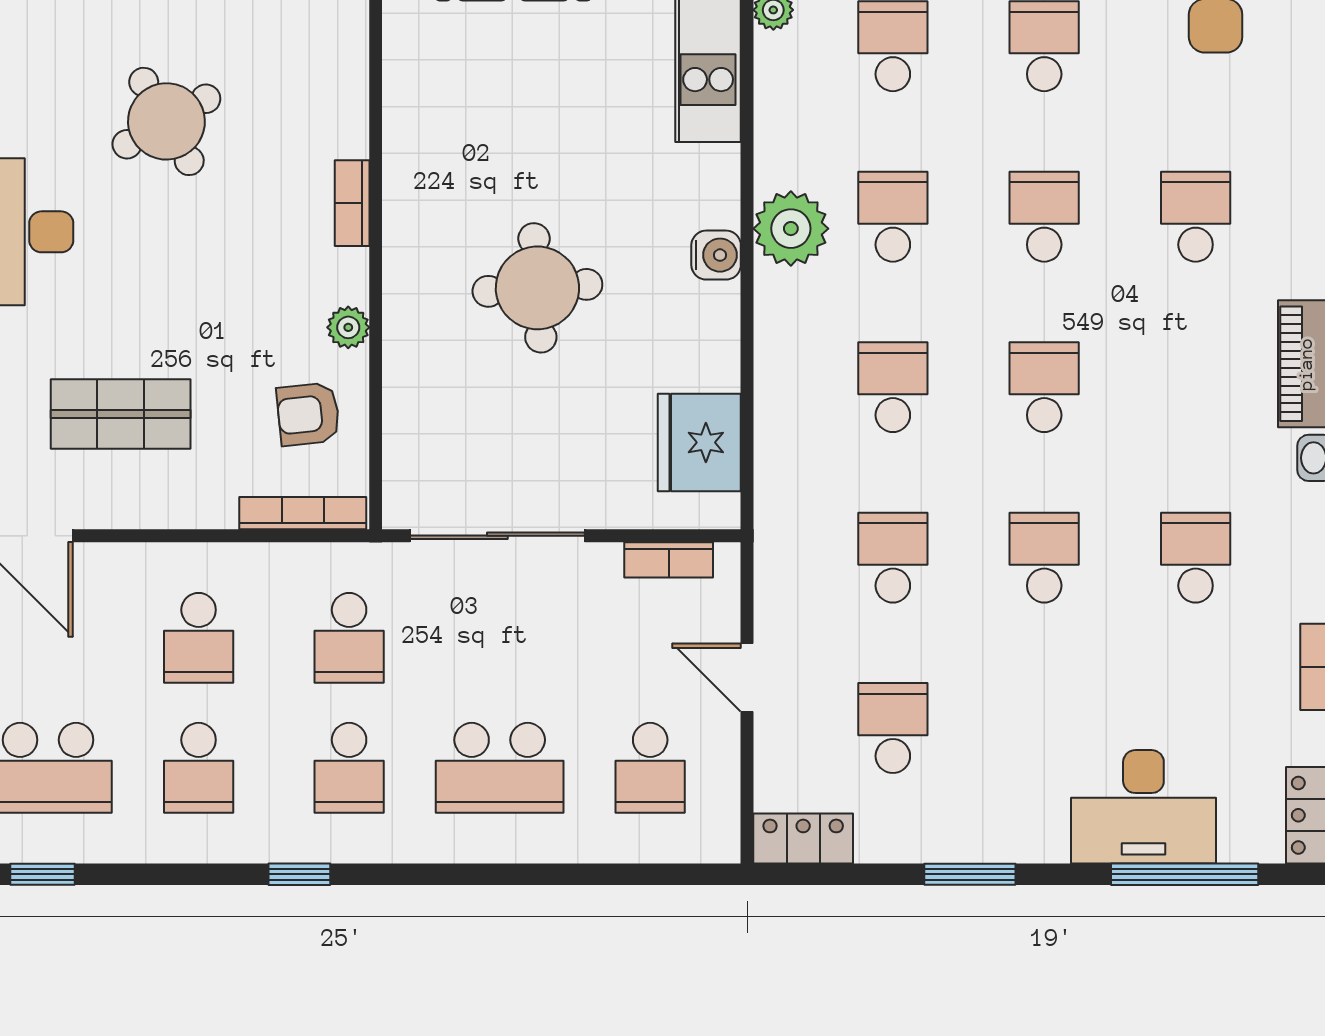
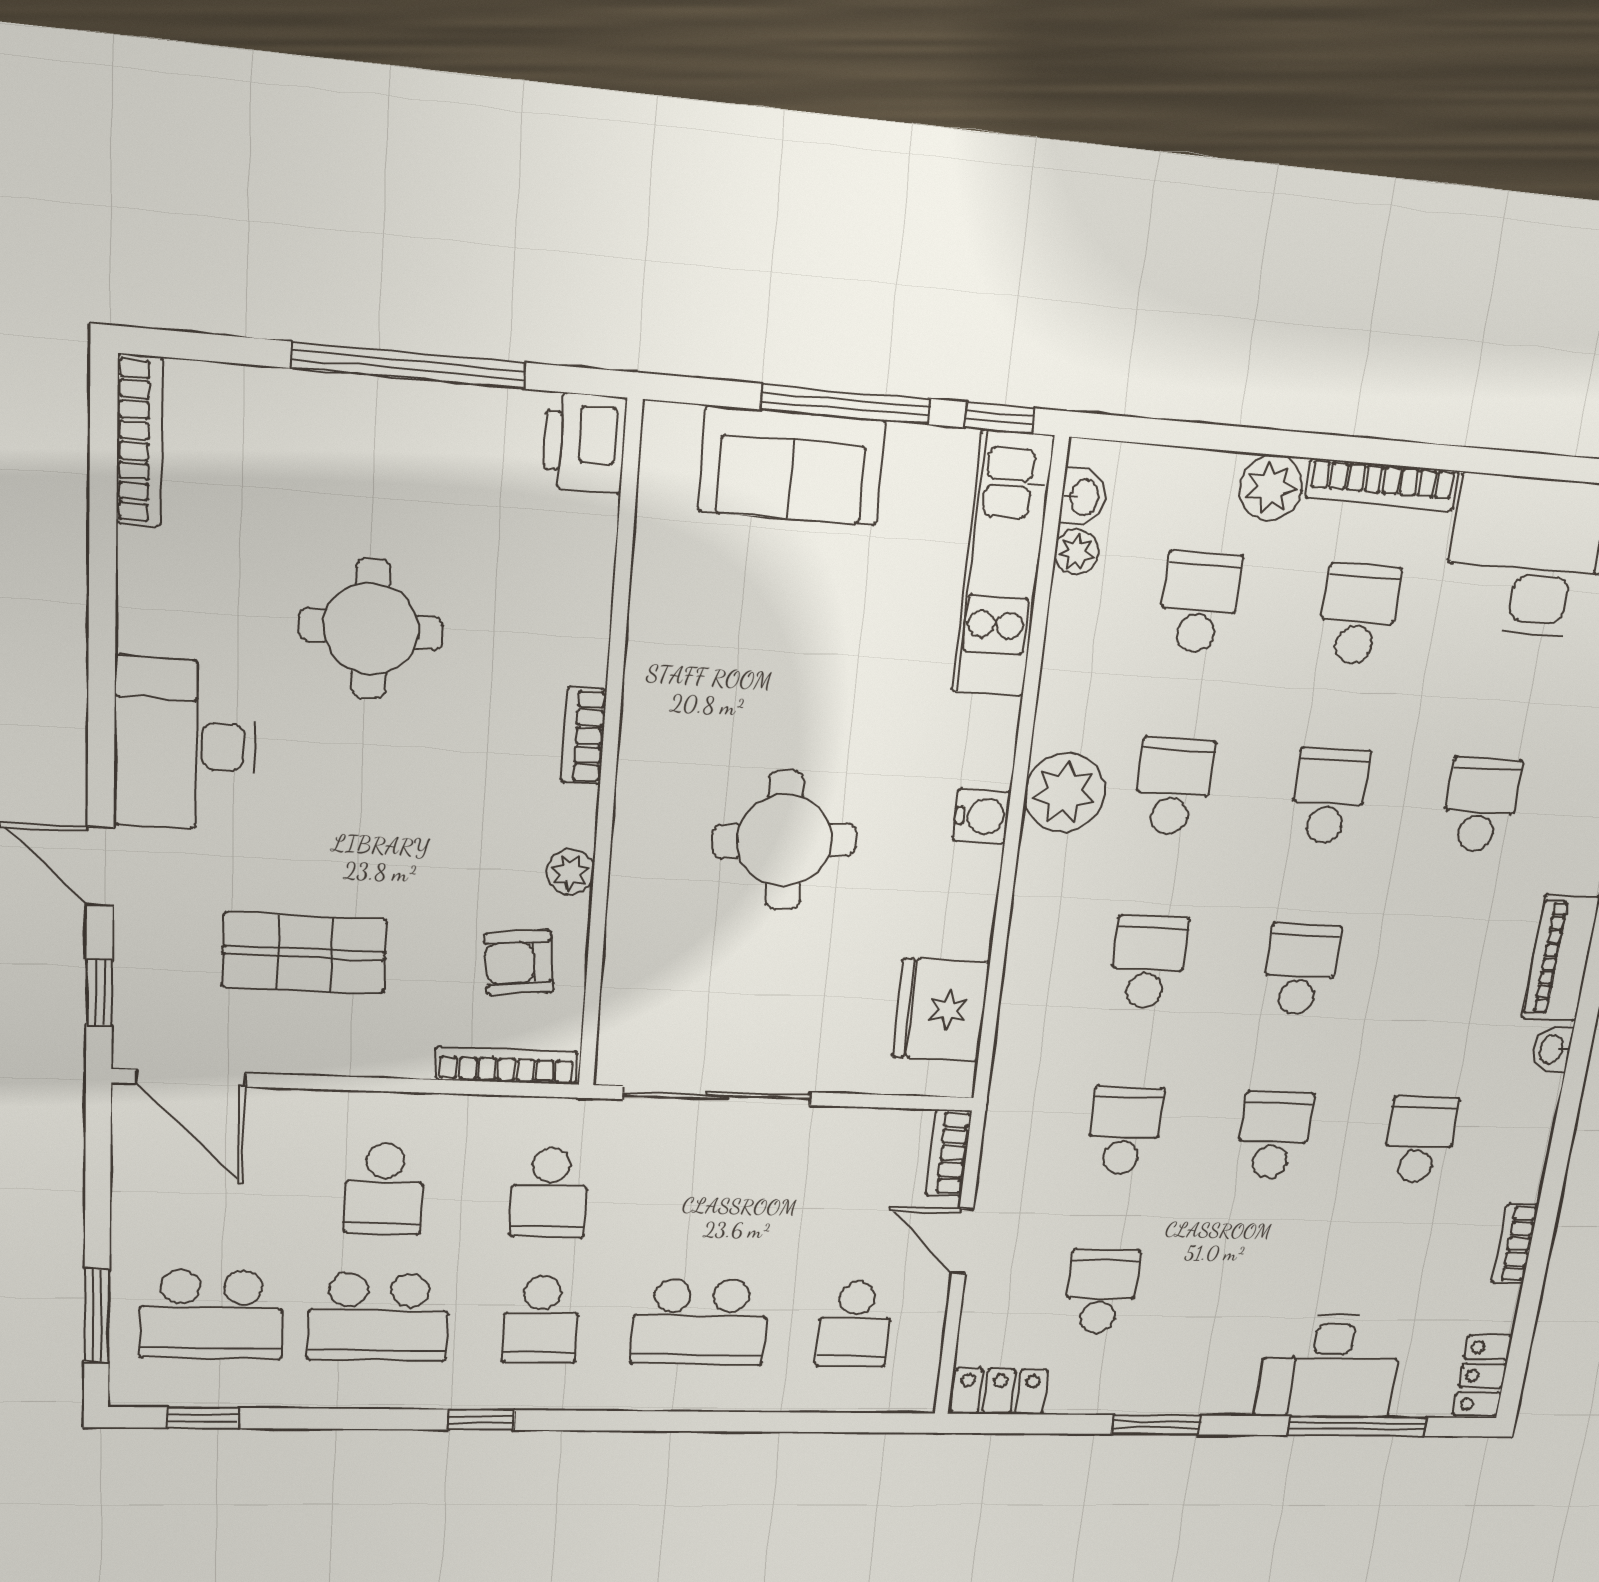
round table: (166, 121) -> (371, 629), turned 30
bookcase: (669, 560) -> (949, 1153), moved, turned 90
school desk: (199, 768) -> (378, 1317), width x1.85

